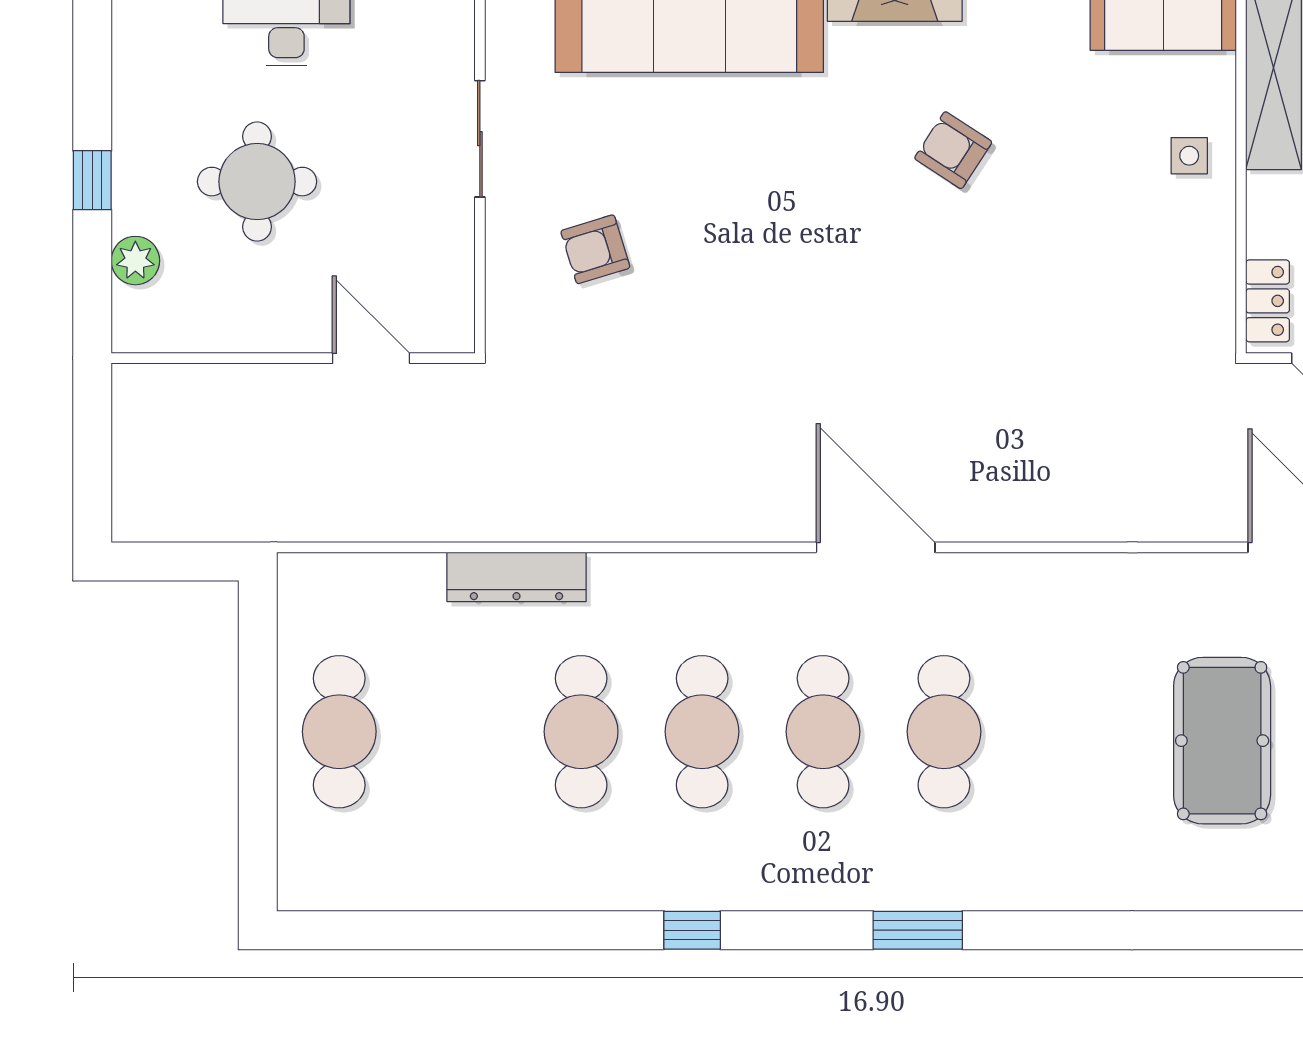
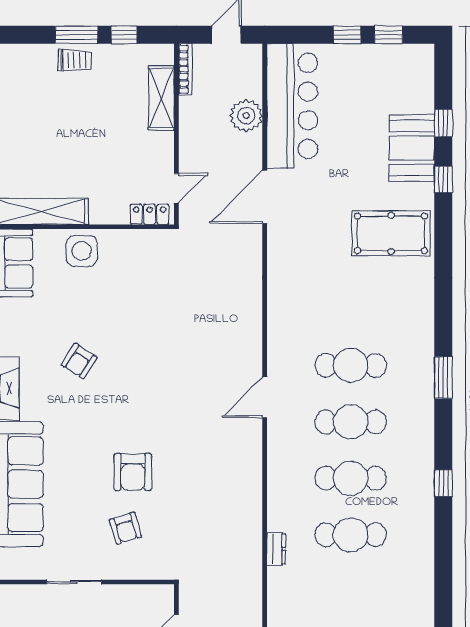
side table: (1189, 156) -> (82, 251), width x1.87, depth x1.87
armchair: (716, 265) -> (133, 472), added
door: (876, 547) -> (265, 397), width x0.73
dresser: (516, 577) -> (276, 549), width x0.51, depth x0.80
pool table: (1222, 741) -> (391, 233), moved

